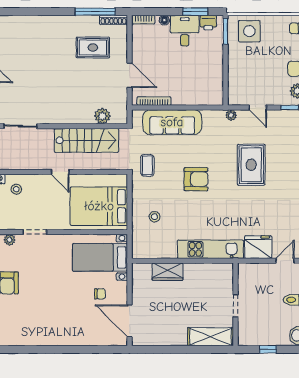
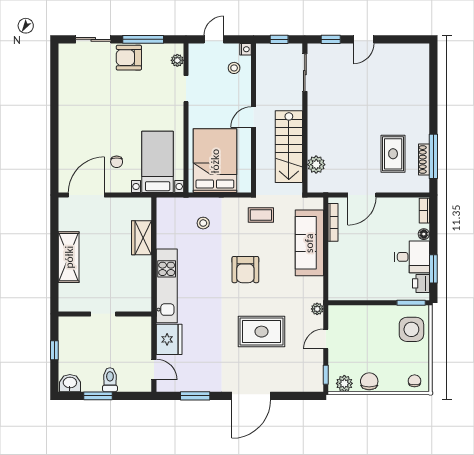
shoe rack: (114, 20) -> (424, 160), moved
shelving: (211, 337) -> (69, 257), moved

